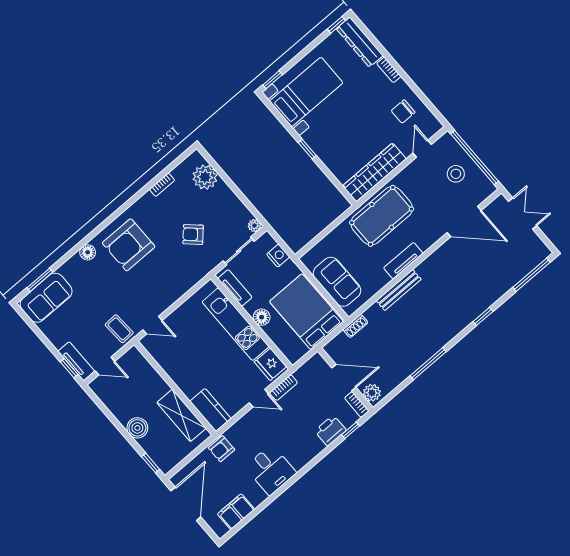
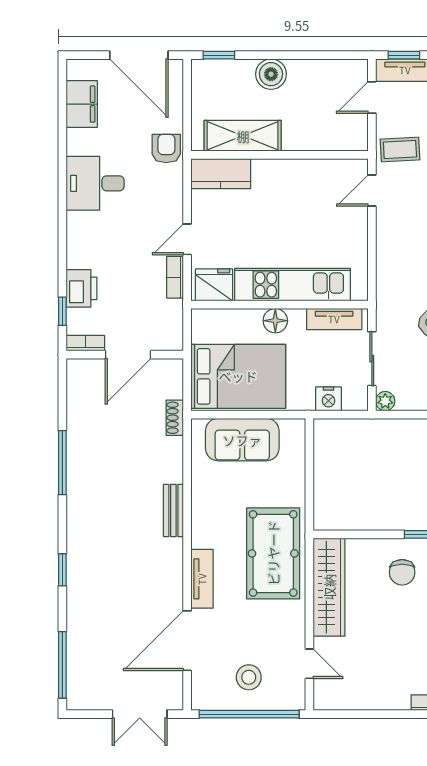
chair: (403, 111) -> (402, 572), moved, turned 180
tv unit: (403, 261) -> (202, 579), moved
bench: (399, 290) -> (173, 510), width x0.73
plant: (372, 393) -> (84, 371), removed

